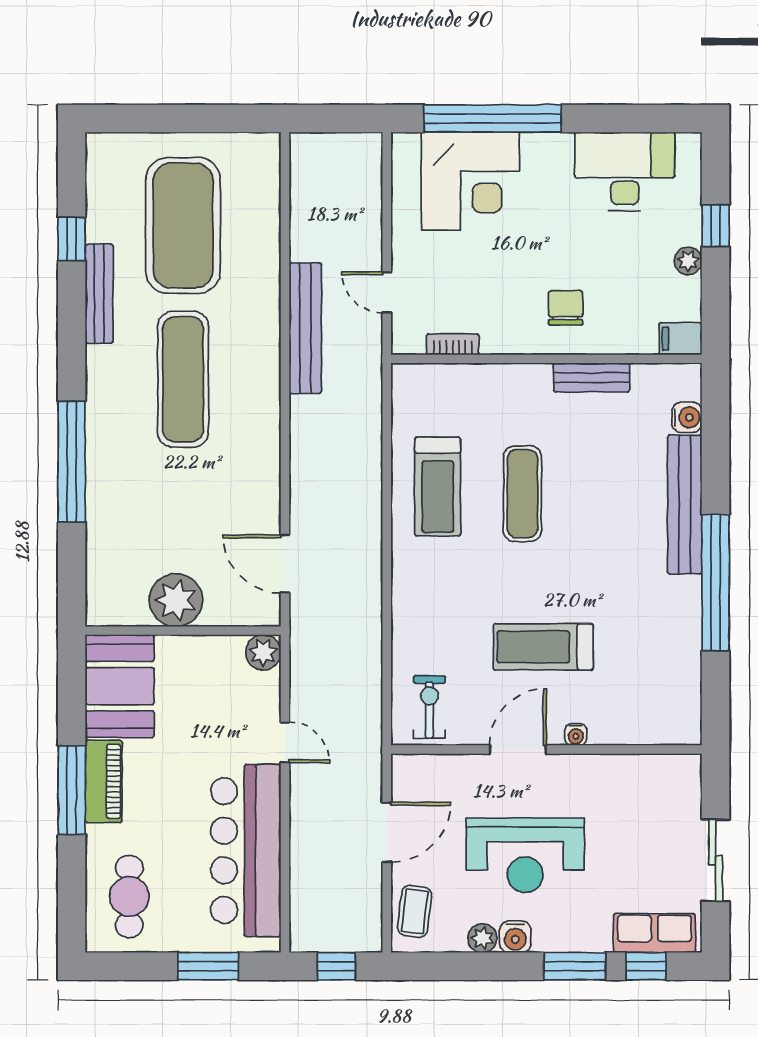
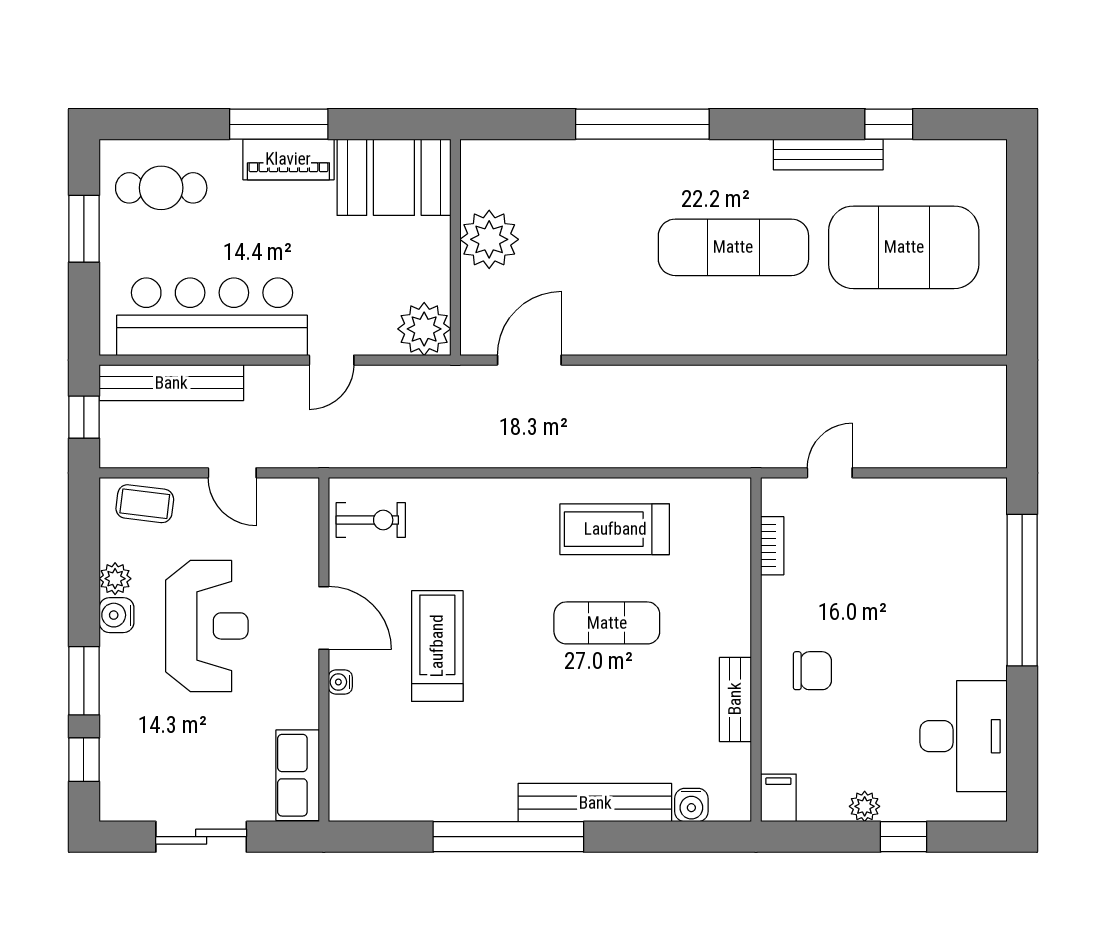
corner desk: (470, 181) -> (953, 565), removed
bench: (305, 328) -> (171, 383), moved
plant: (263, 652) -> (424, 329), width x1.36, depth x1.36
door: (387, 832) -> (232, 473), width x0.73
reception desk: (525, 855) -> (207, 626), turned 180
row of seats: (654, 933) -> (298, 775), moved, turned 180
window: (208, 966) -> (84, 229), moved

